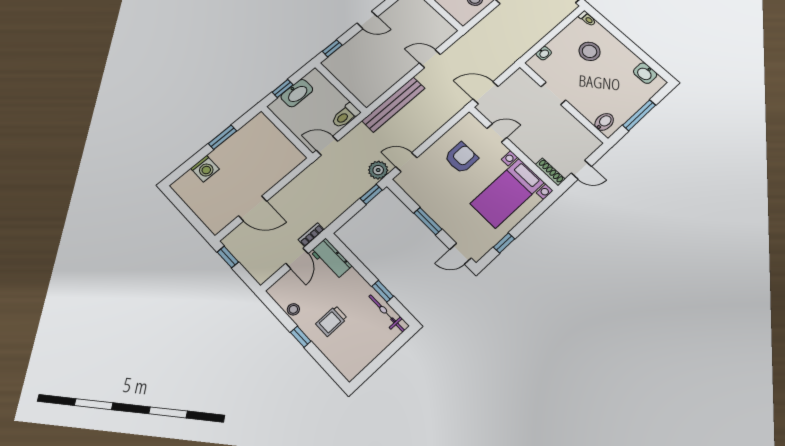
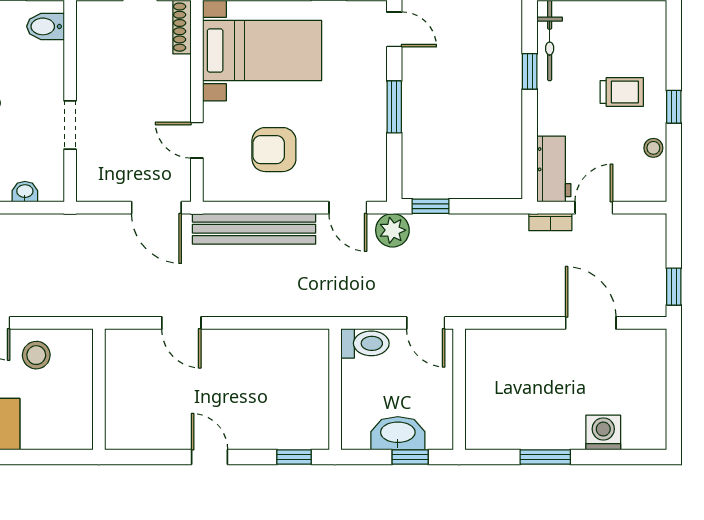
bench: (393, 104) -> (254, 229), moved

